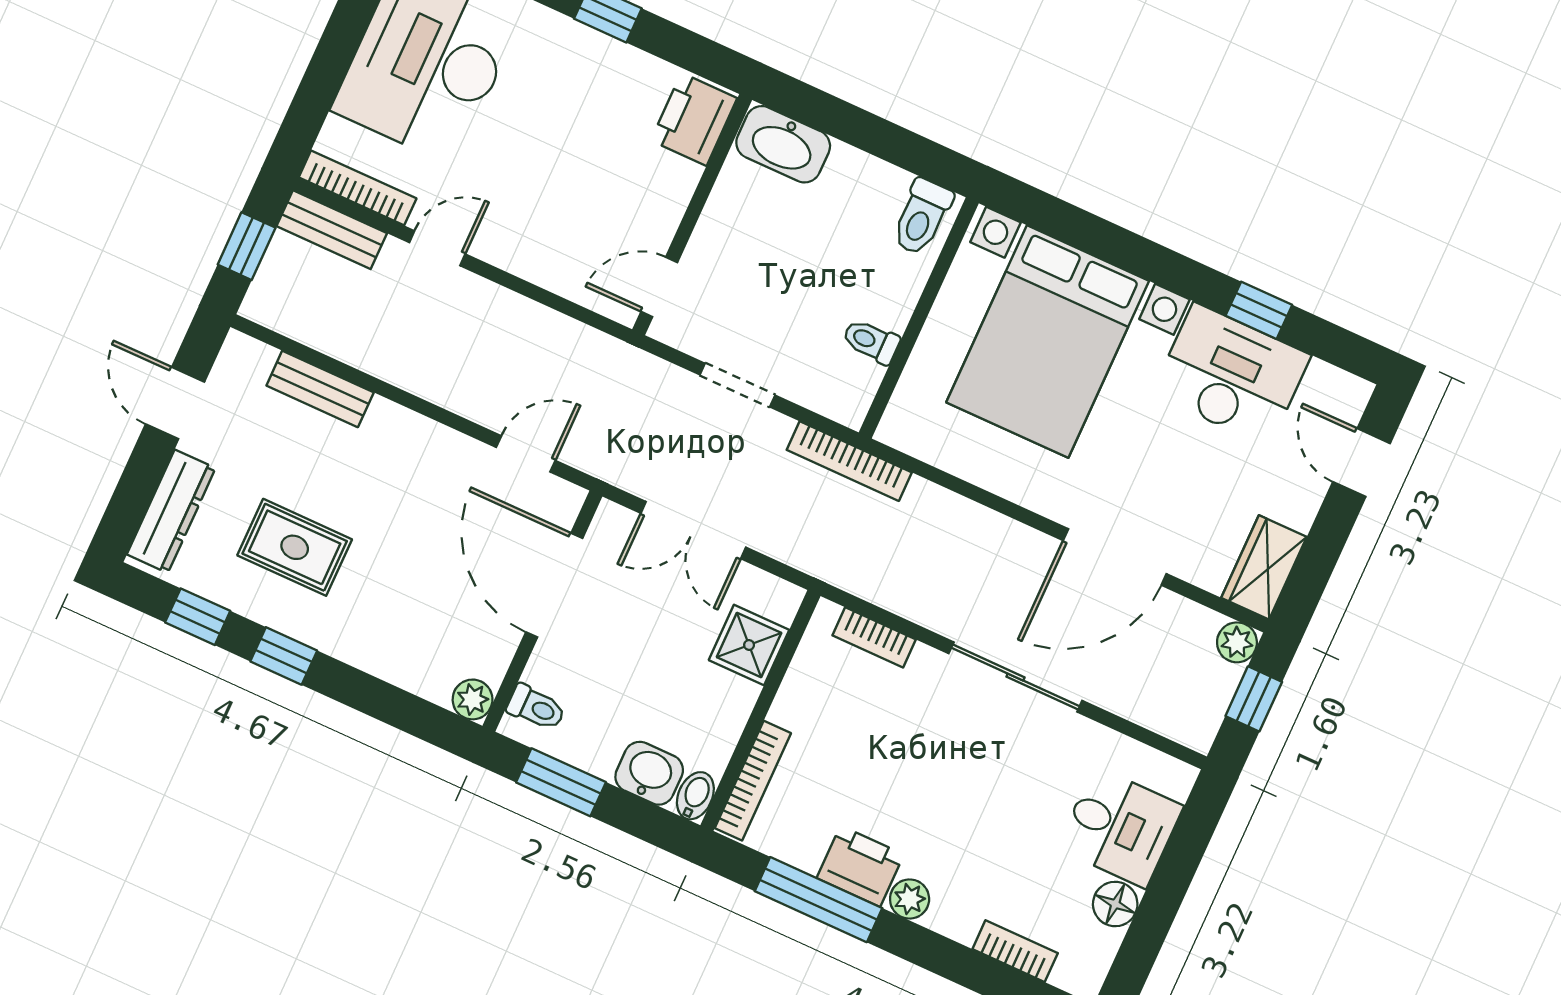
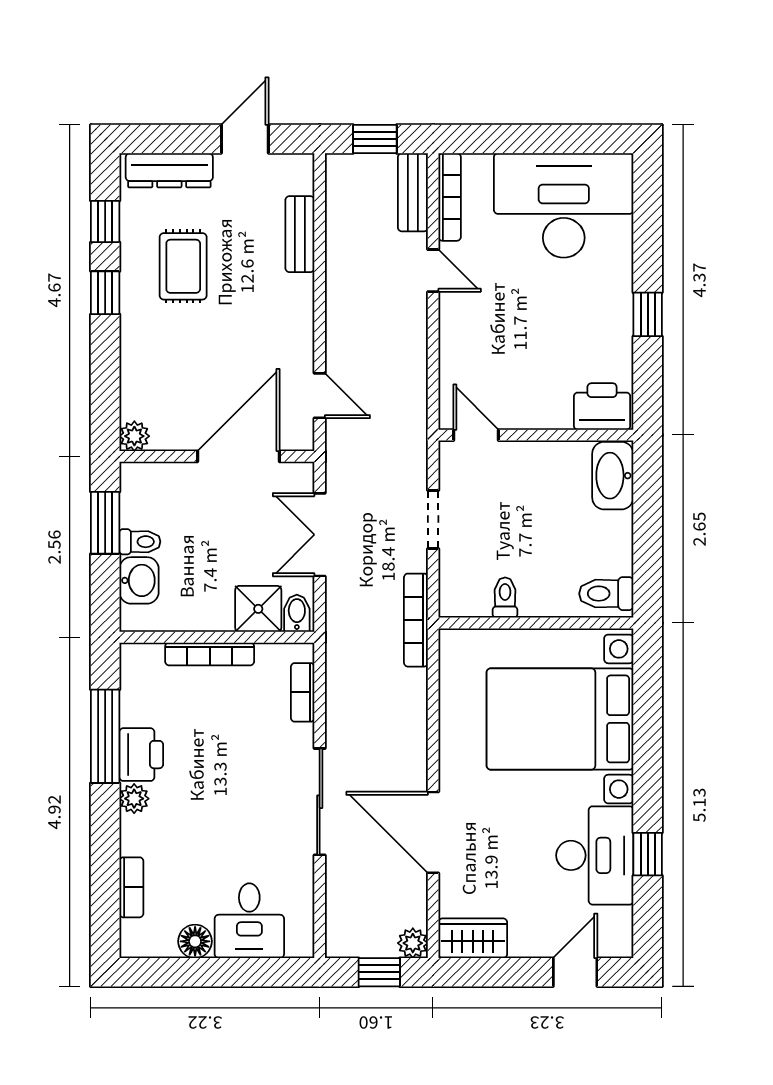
toilet: (536, 708) -> (140, 542), moved, turned -90
bookcase: (753, 781) -> (210, 654), moved
bidet: (695, 796) -> (297, 613), moved, turned -90

